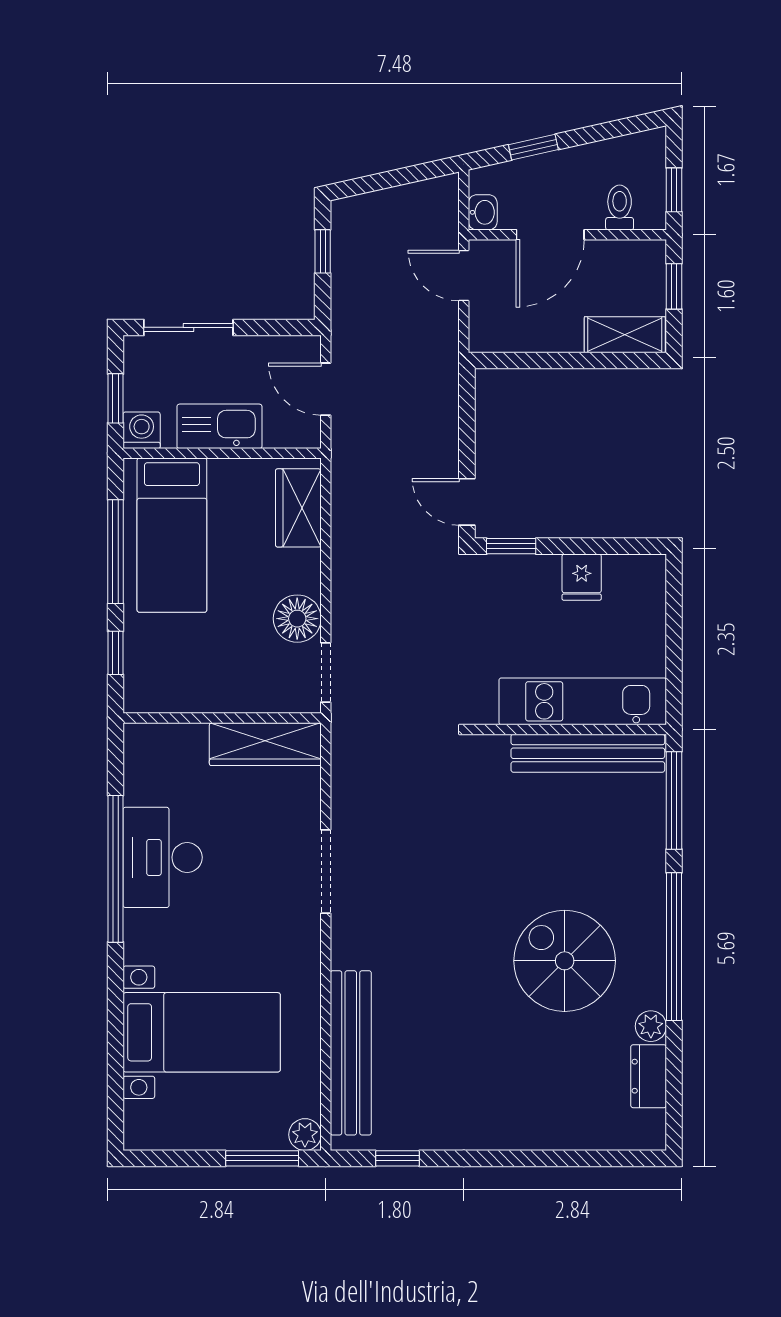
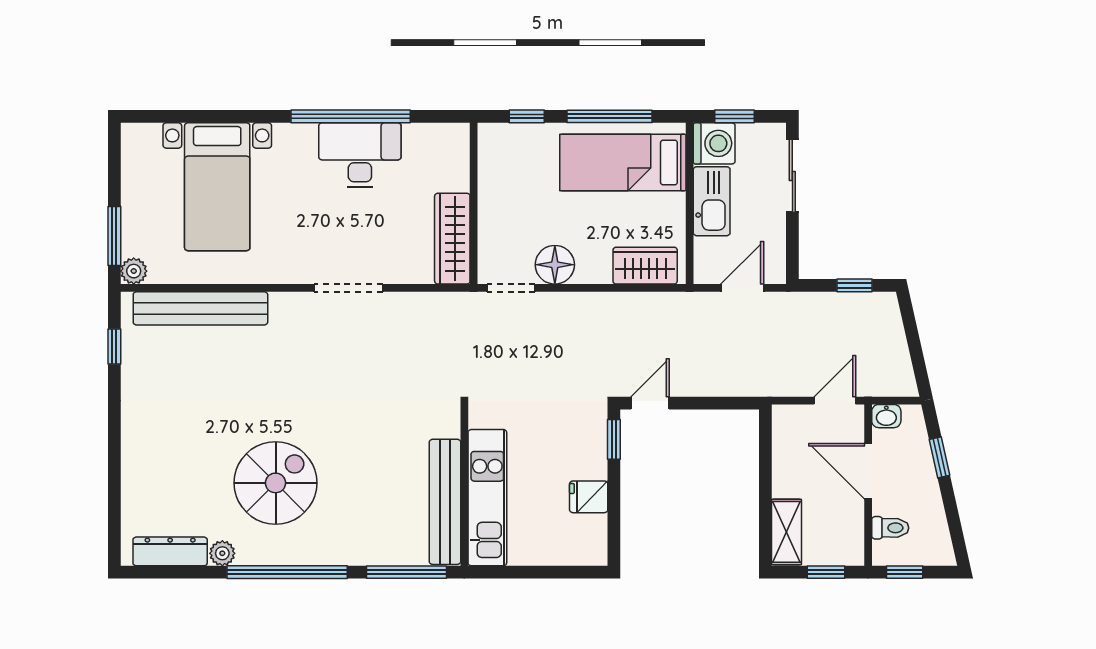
washing machine: (142, 430) -> (714, 143), width x1.38, depth x1.38
dresser: (649, 1076) -> (170, 551), width x1.44

